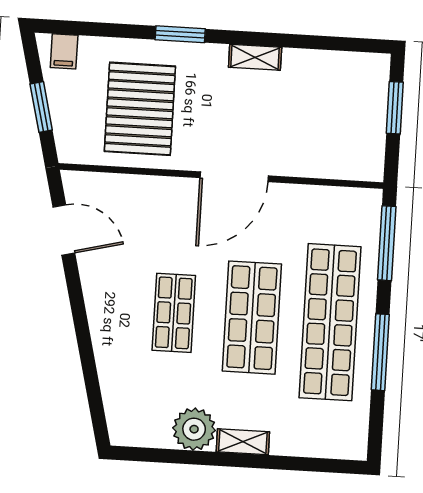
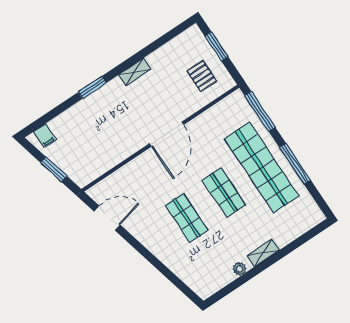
pallet: (140, 109) -> (202, 76), moved, width x0.49, depth x0.50
shop shelf: (252, 318) -> (224, 193), width x0.70, depth x0.74
plant: (194, 429) -> (240, 269), width x0.53, depth x0.53

